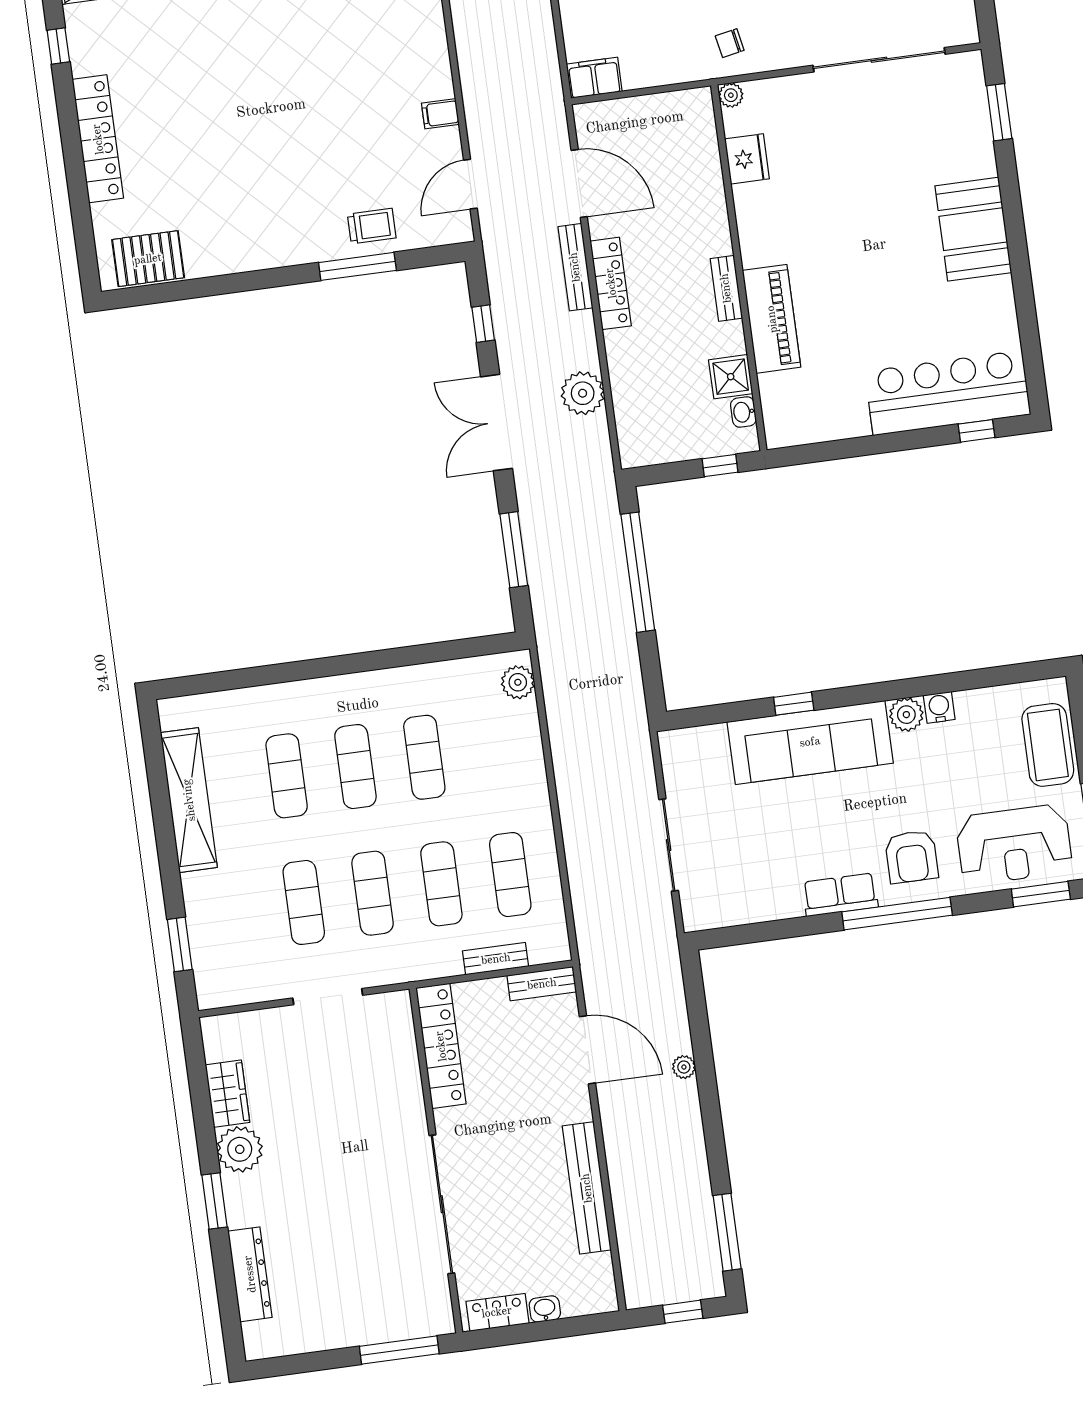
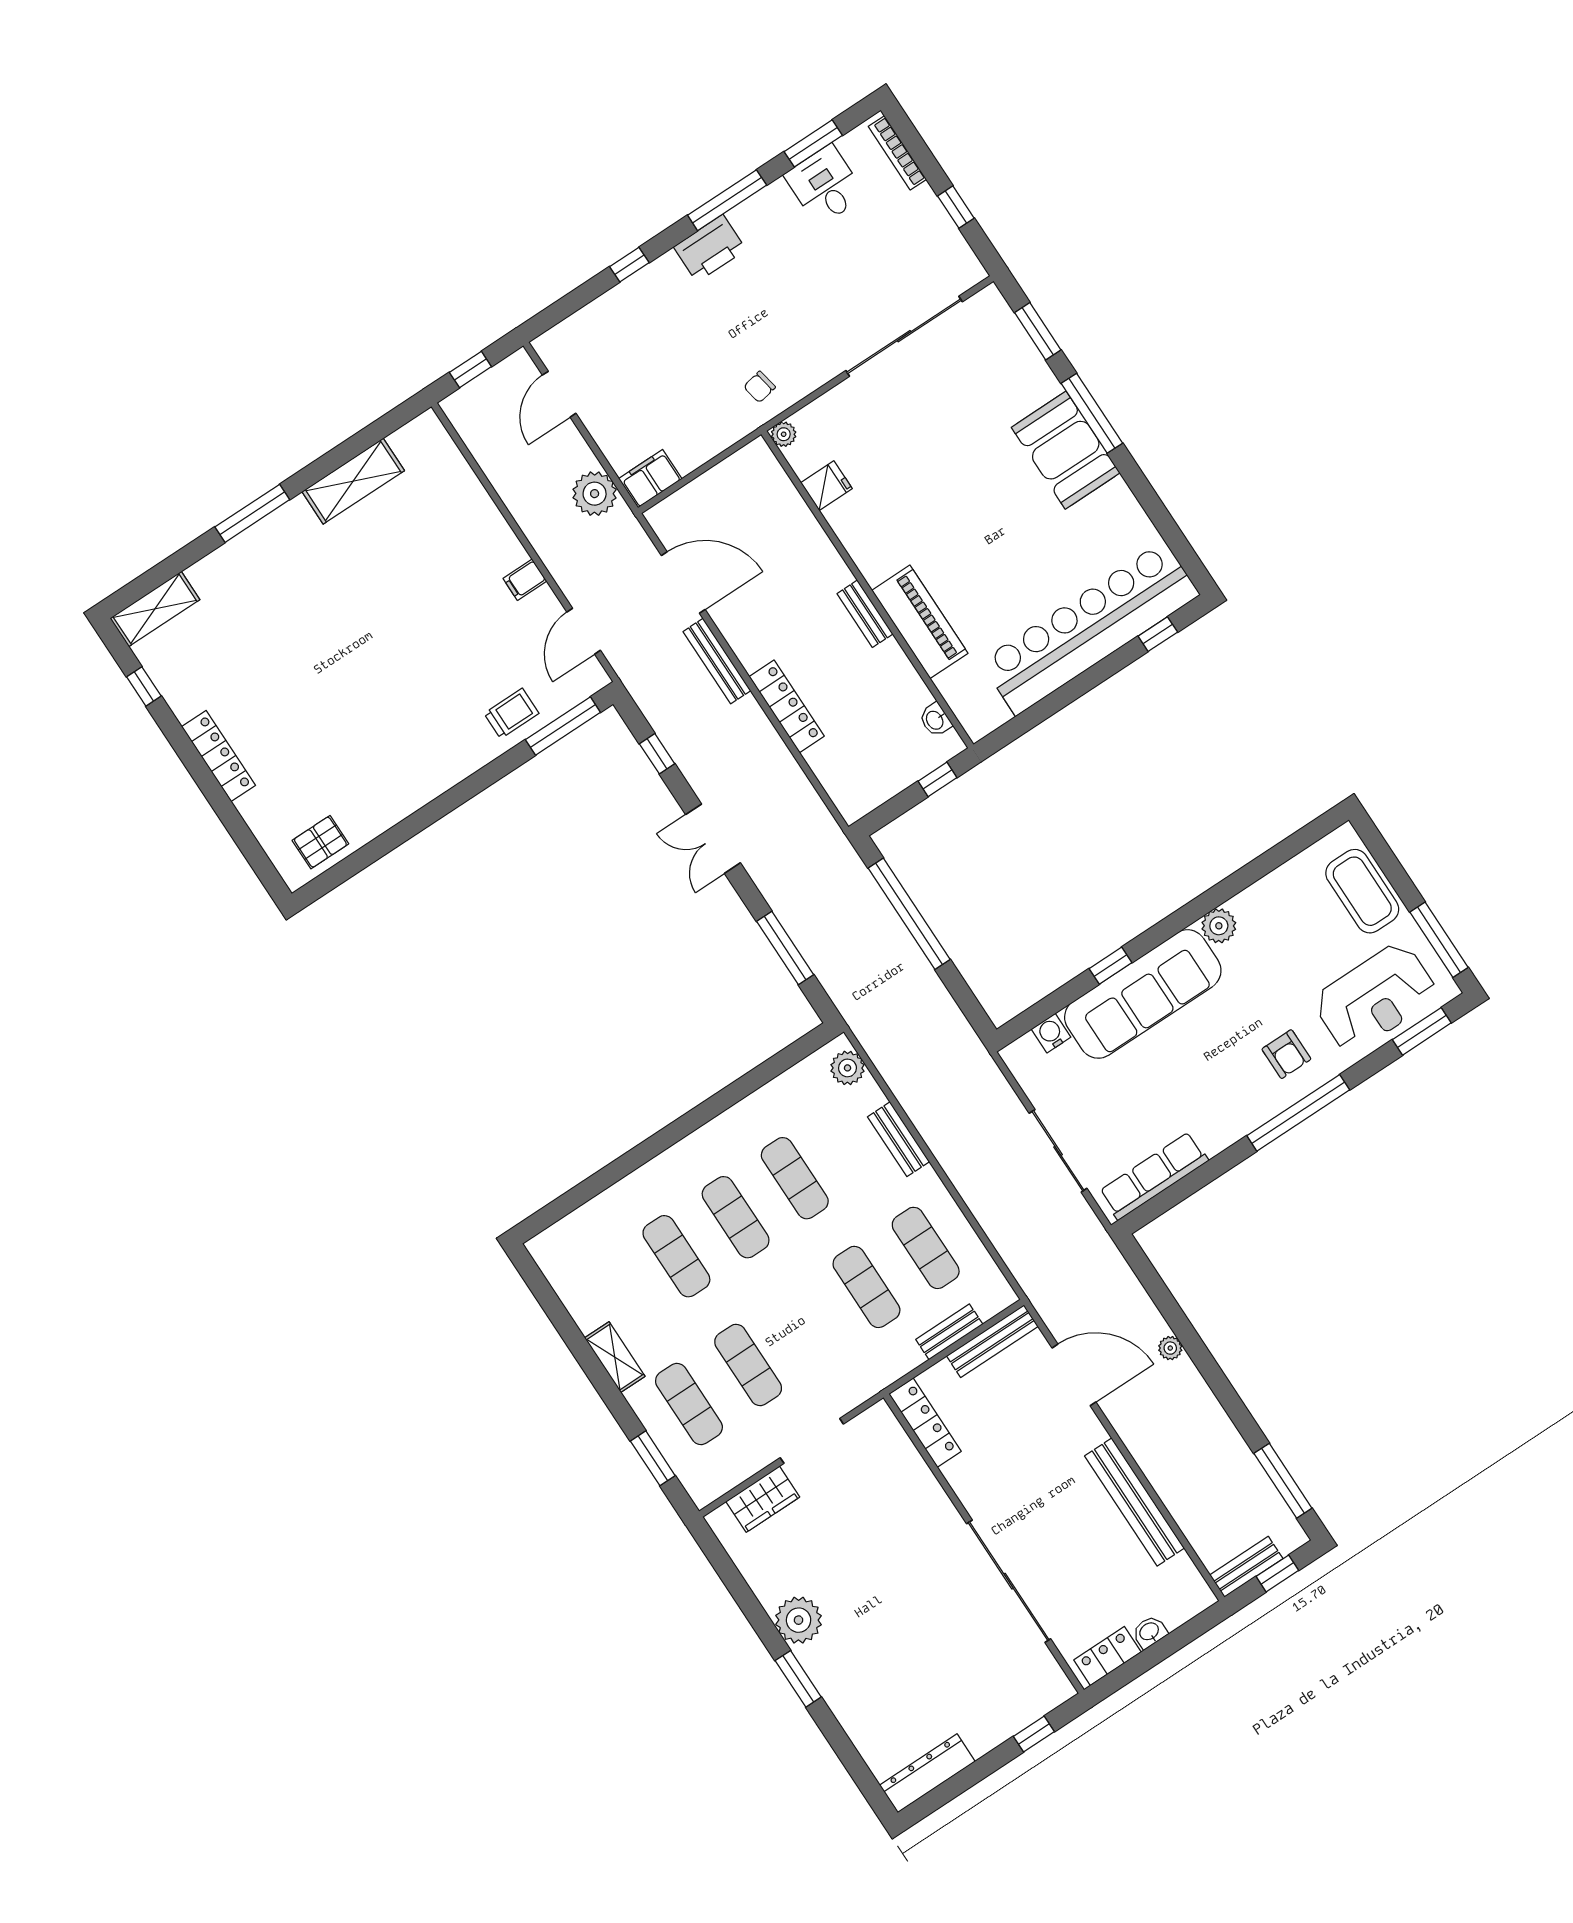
locker: (98, 139) -> (219, 756), width x0.71, depth x0.83
fridge: (747, 159) -> (827, 486), width x0.72
window: (1012, 208) -> (1092, 413), added
pallet: (148, 259) -> (320, 842), width x0.67, depth x0.71
window: (357, 266) -> (563, 726), moved
locker: (611, 283) -> (787, 706), moved
shower: (731, 377) -> (908, 693), removed
plant: (583, 393) -> (595, 494), moved
bar counter: (948, 393) -> (1090, 628), width x1.36
double door: (497, 423) -> (713, 839), width x0.73
water cooler: (939, 707) -> (1051, 1033), moved
bench: (533, 767) -> (898, 1139), added
shelving: (189, 800) -> (615, 1357), width x0.45, depth x0.75
armchair: (911, 857) -> (1286, 1054), width x0.72, depth x0.72
exercise mat: (373, 893) -> (689, 1404), moved
row of seats: (840, 895) -> (1154, 1176), moved, width x1.48
bench: (542, 984) -> (992, 1341), width x1.36
locker: (441, 1046) -> (925, 1423), width x0.71, depth x0.83
wardrobe: (227, 1094) -> (763, 1499), moved, turned 90
dresser: (250, 1274) -> (927, 1773), moved, turned -90
bench: (658, 1293) -> (1246, 1567), added
window: (399, 1350) -> (1034, 1734), width x0.46

